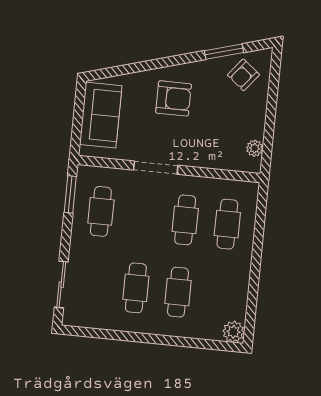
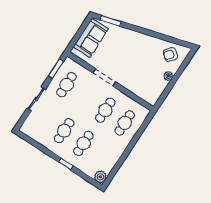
window: (224, 52) -> (111, 21), moved
armchair: (174, 98) -> (131, 48), removed
plant: (255, 148) -> (168, 76), moved
sliding door: (61, 285) -> (36, 99), moved
window: (167, 340) -> (66, 164), added

